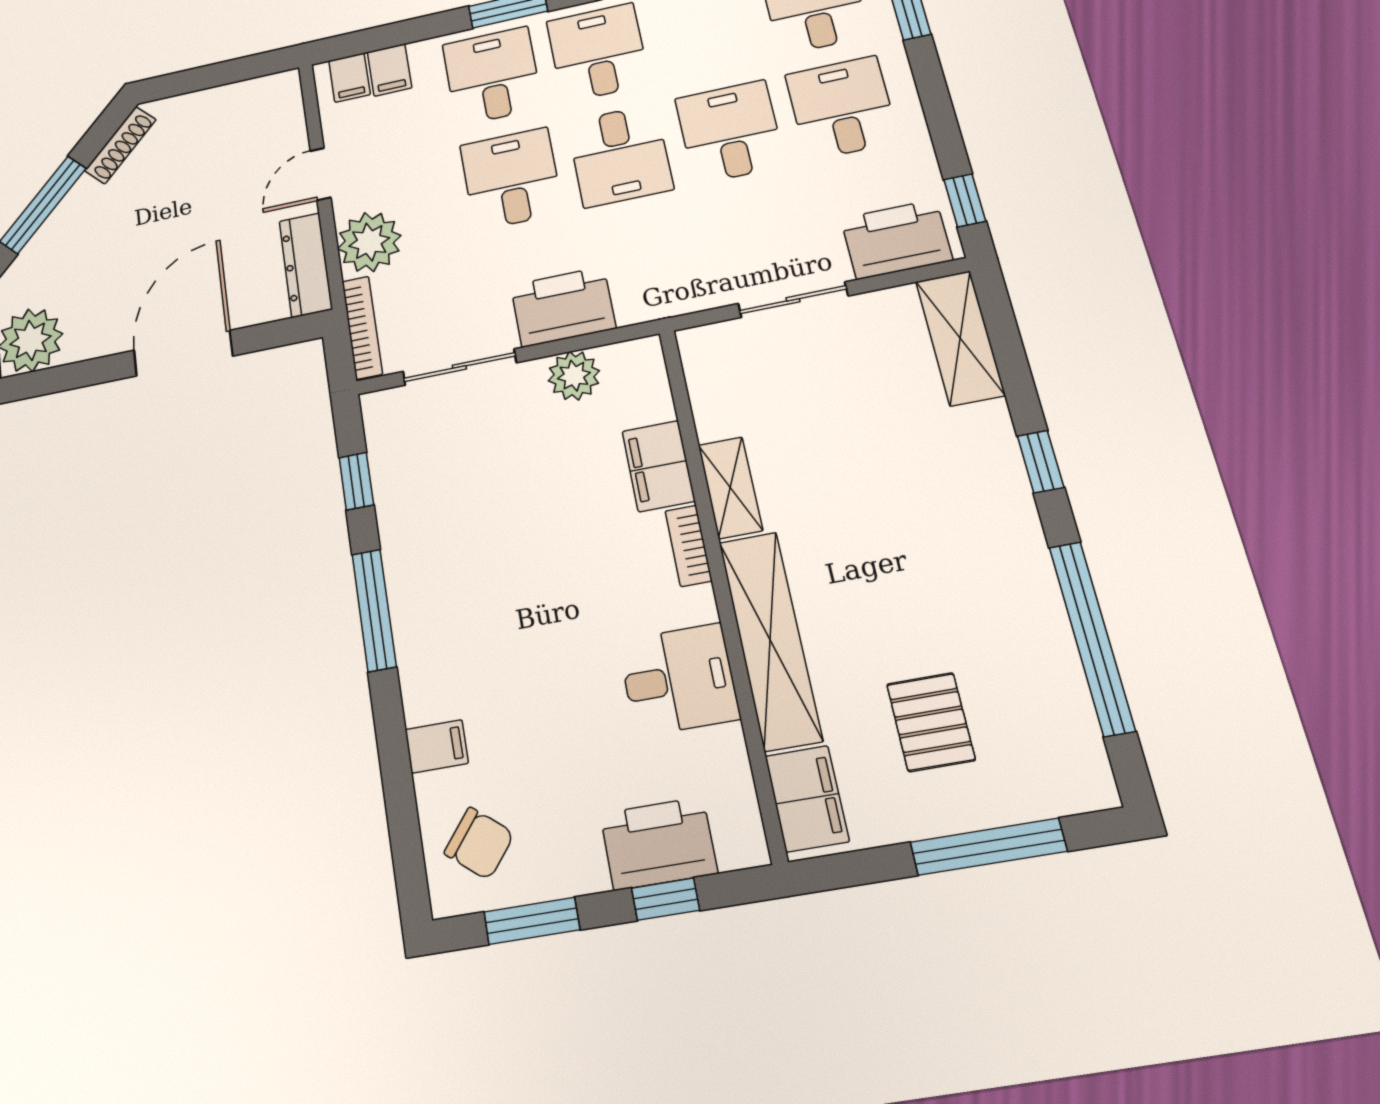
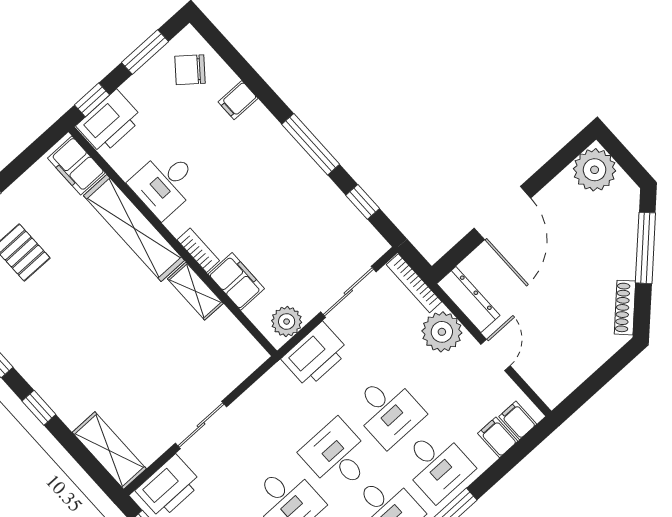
filing cabinet: (658, 466) -> (236, 281), moved
shelving: (730, 488) -> (195, 291), moved
bookcase: (688, 546) -> (198, 250), moved
wall: (720, 583) -> (173, 241), moved
shelving: (770, 640) -> (134, 228), moved
desk: (679, 680) -> (165, 183), moved
filing cabinet: (807, 799) -> (76, 165), moved

